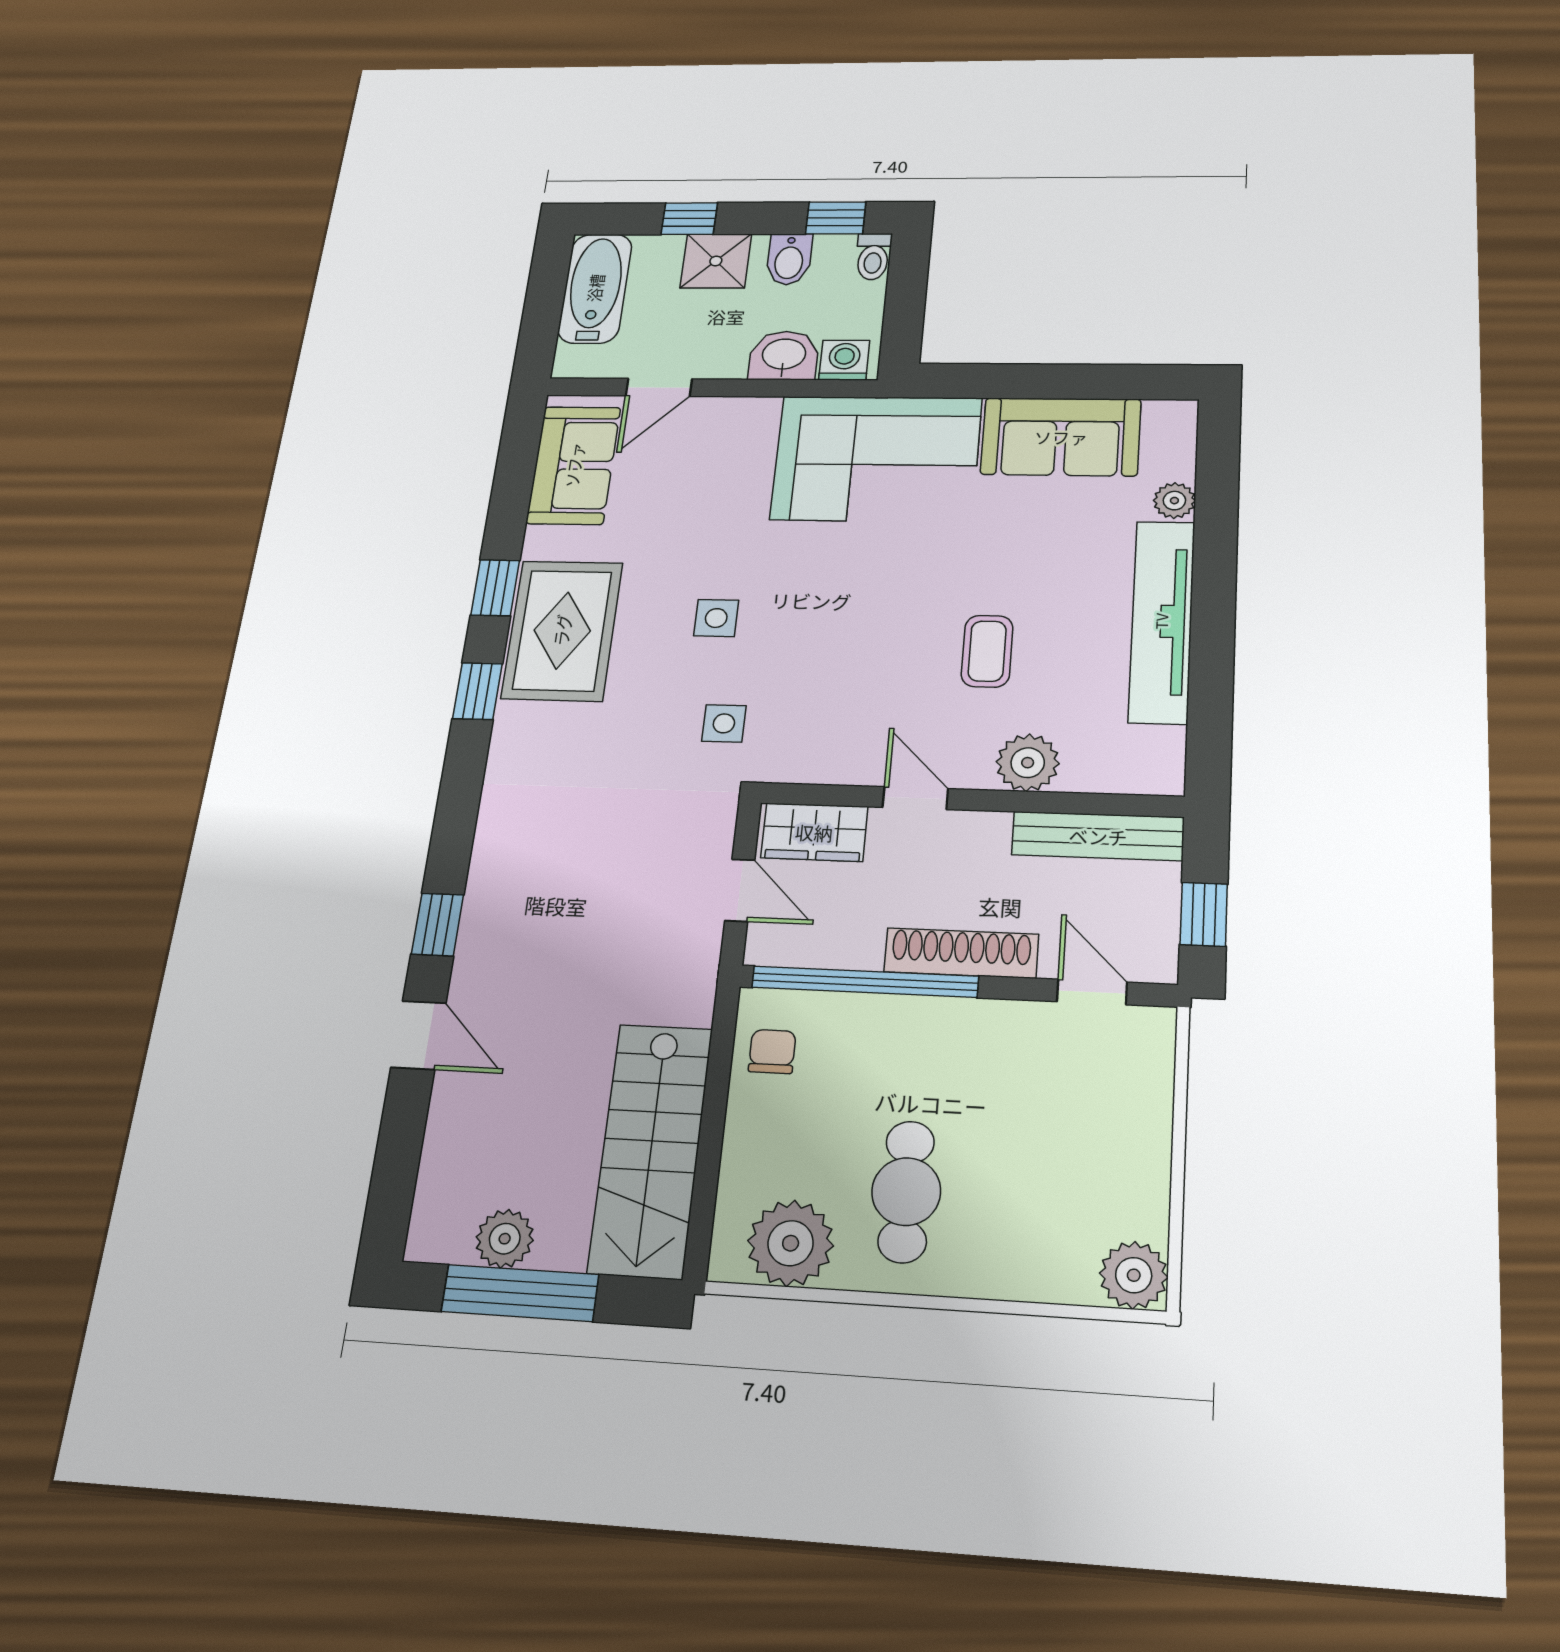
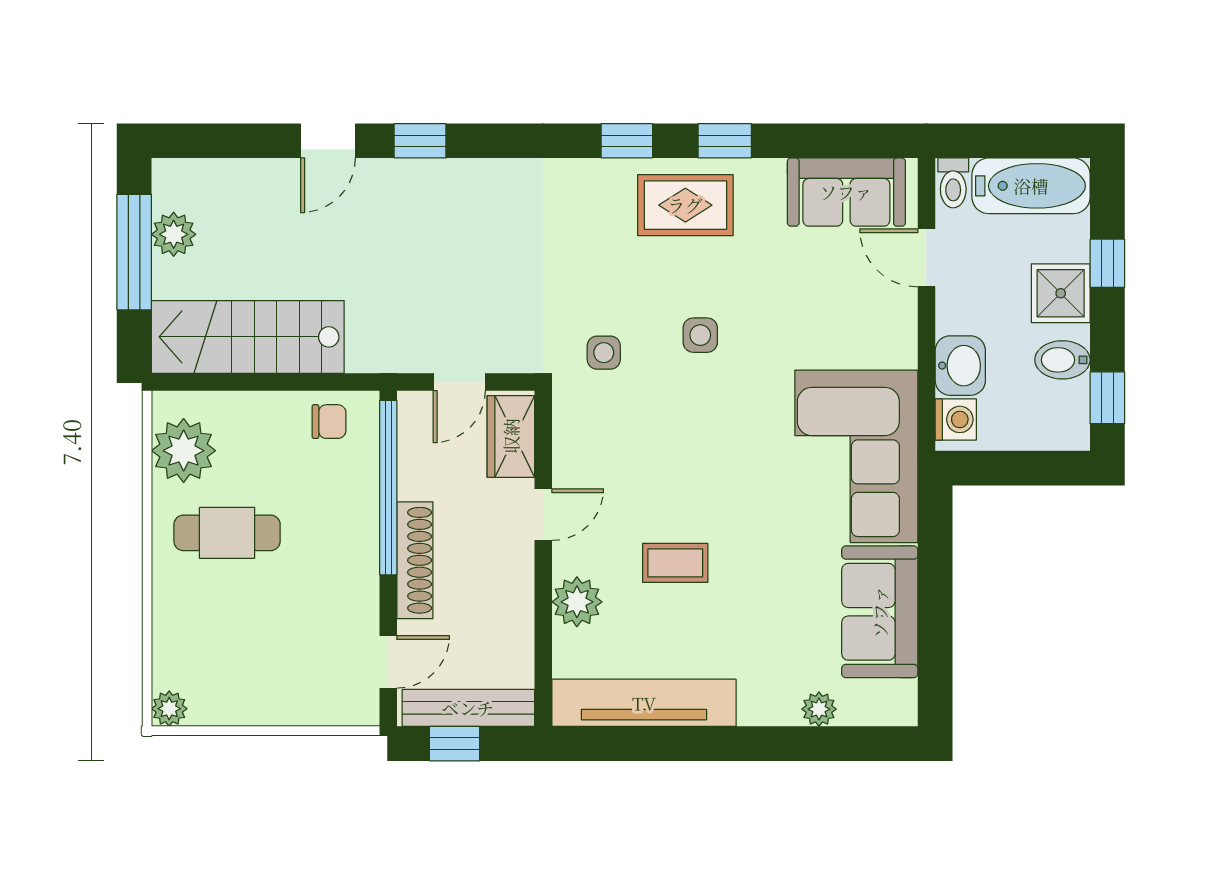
toilet: (873, 256) -> (953, 183), moved, turned -90
tv unit: (1162, 621) -> (644, 703), moved
rug: (562, 630) -> (685, 205), width x0.73, depth x0.70
bench: (1098, 836) -> (468, 708), moved, turned 90
plant: (1134, 1275) -> (169, 709), width x0.73, depth x0.73

